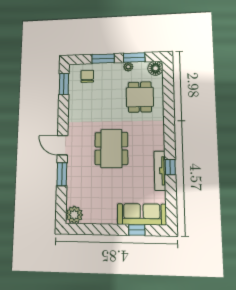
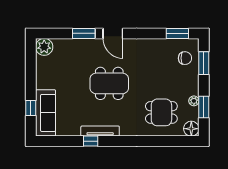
window: (103, 59) -> (204, 63), moved
door: (63, 145) -> (113, 33), swing flipped
tv unit: (160, 171) -> (100, 131), moved

